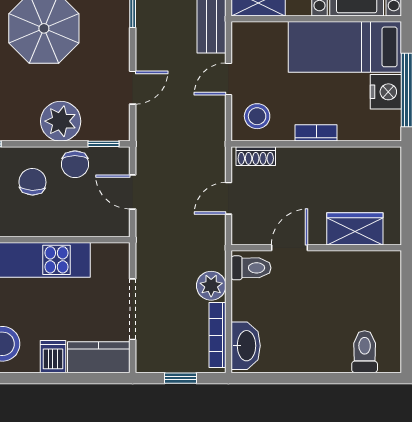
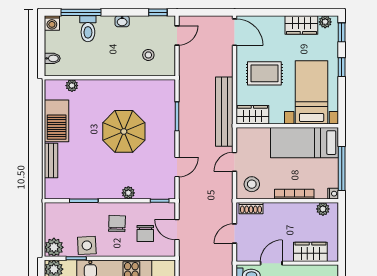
nightstand: (386, 92) -> (333, 194), moved, width x0.53, depth x0.56
plant: (61, 121) -> (128, 193), width x0.53, depth x0.53
bookcase: (316, 133) -> (294, 194), width x1.56
plant: (376, 157) -> (323, 209), added
chair: (75, 164) -> (145, 233), moved

